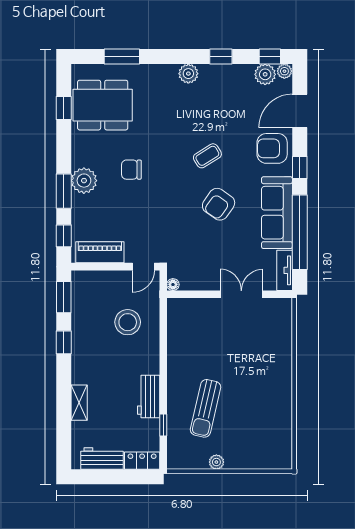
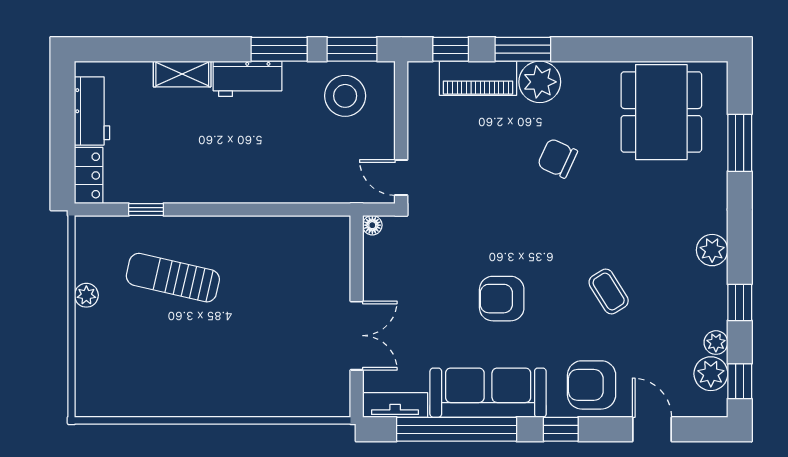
plant: (284, 71) -> (716, 343), moved
window: (64, 108) -> (657, 49), removed
door: (300, 111) -> (652, 429), width x0.73
armchair: (272, 148) -> (592, 385), turned -90
coffee table: (207, 156) -> (609, 292), moved
chair: (131, 170) -> (557, 158), turned -65
armchair: (219, 204) -> (502, 299), turned -35
piano: (100, 252) -> (478, 78), moved, turned 90
stool: (128, 322) -> (345, 96), moved
window: (64, 342) -> (279, 49), width x1.50
workbench: (149, 396) -> (248, 79), moved, turned 180

